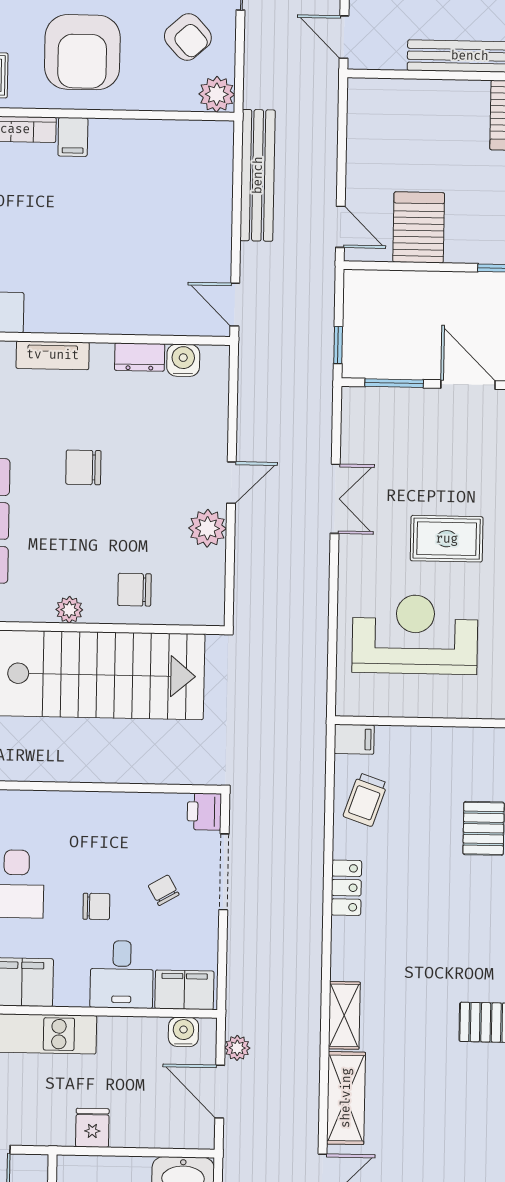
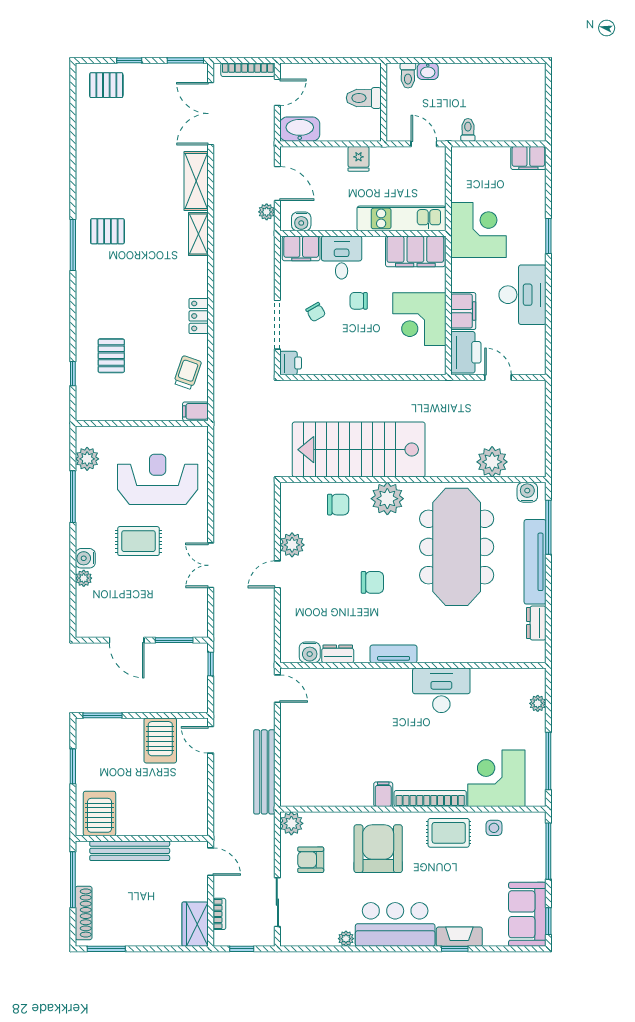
armchair: (188, 37) -> (311, 860), turned -48
plant: (69, 610) -> (387, 499), width x1.88, depth x1.88
reception desk: (415, 634) -> (158, 479), turned 180

